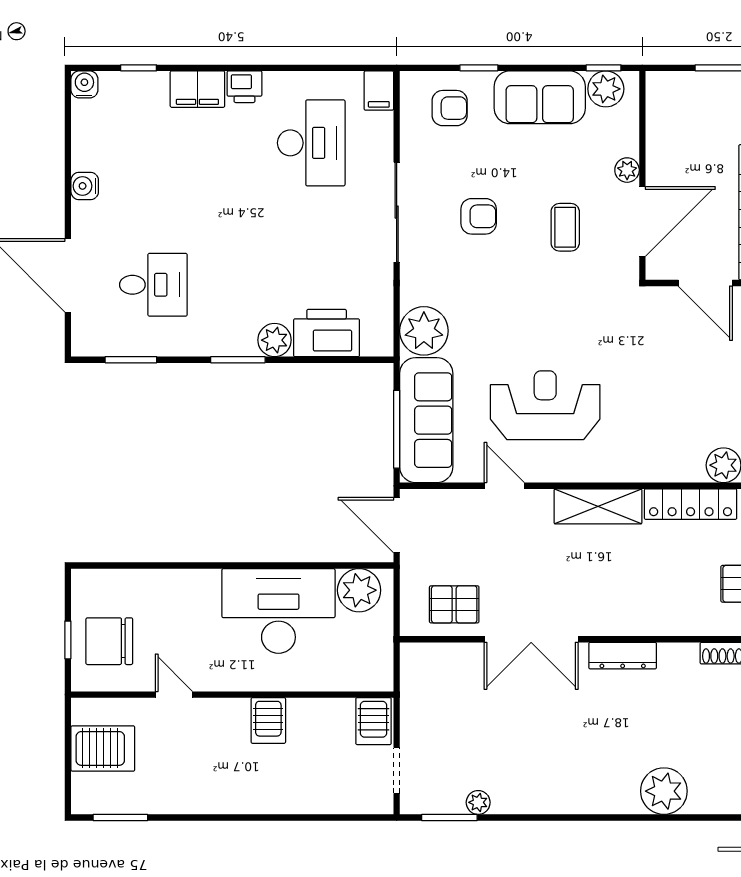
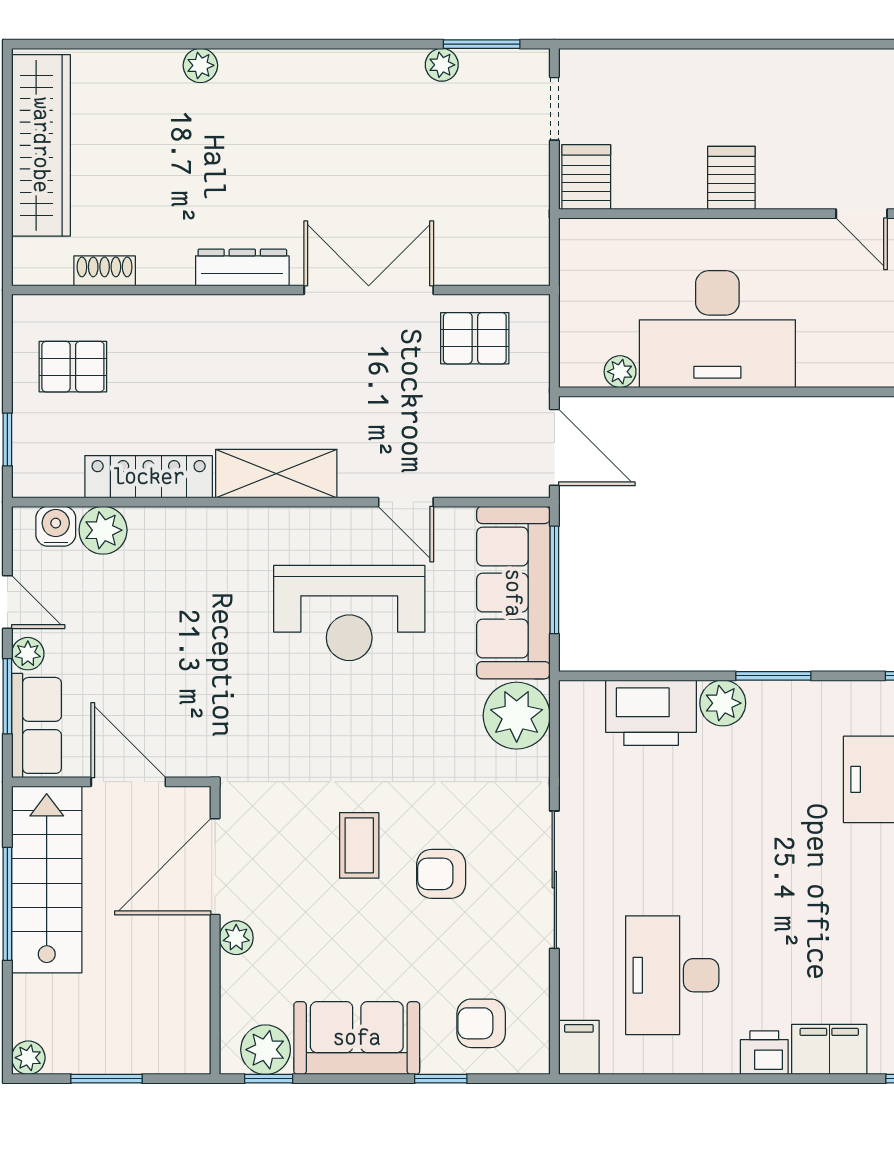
coffee table: (565, 227) -> (359, 845), moved
plant: (359, 590) -> (620, 372), width x0.53, depth x0.53
plant: (664, 791) -> (200, 65), width x0.53, depth x0.53

